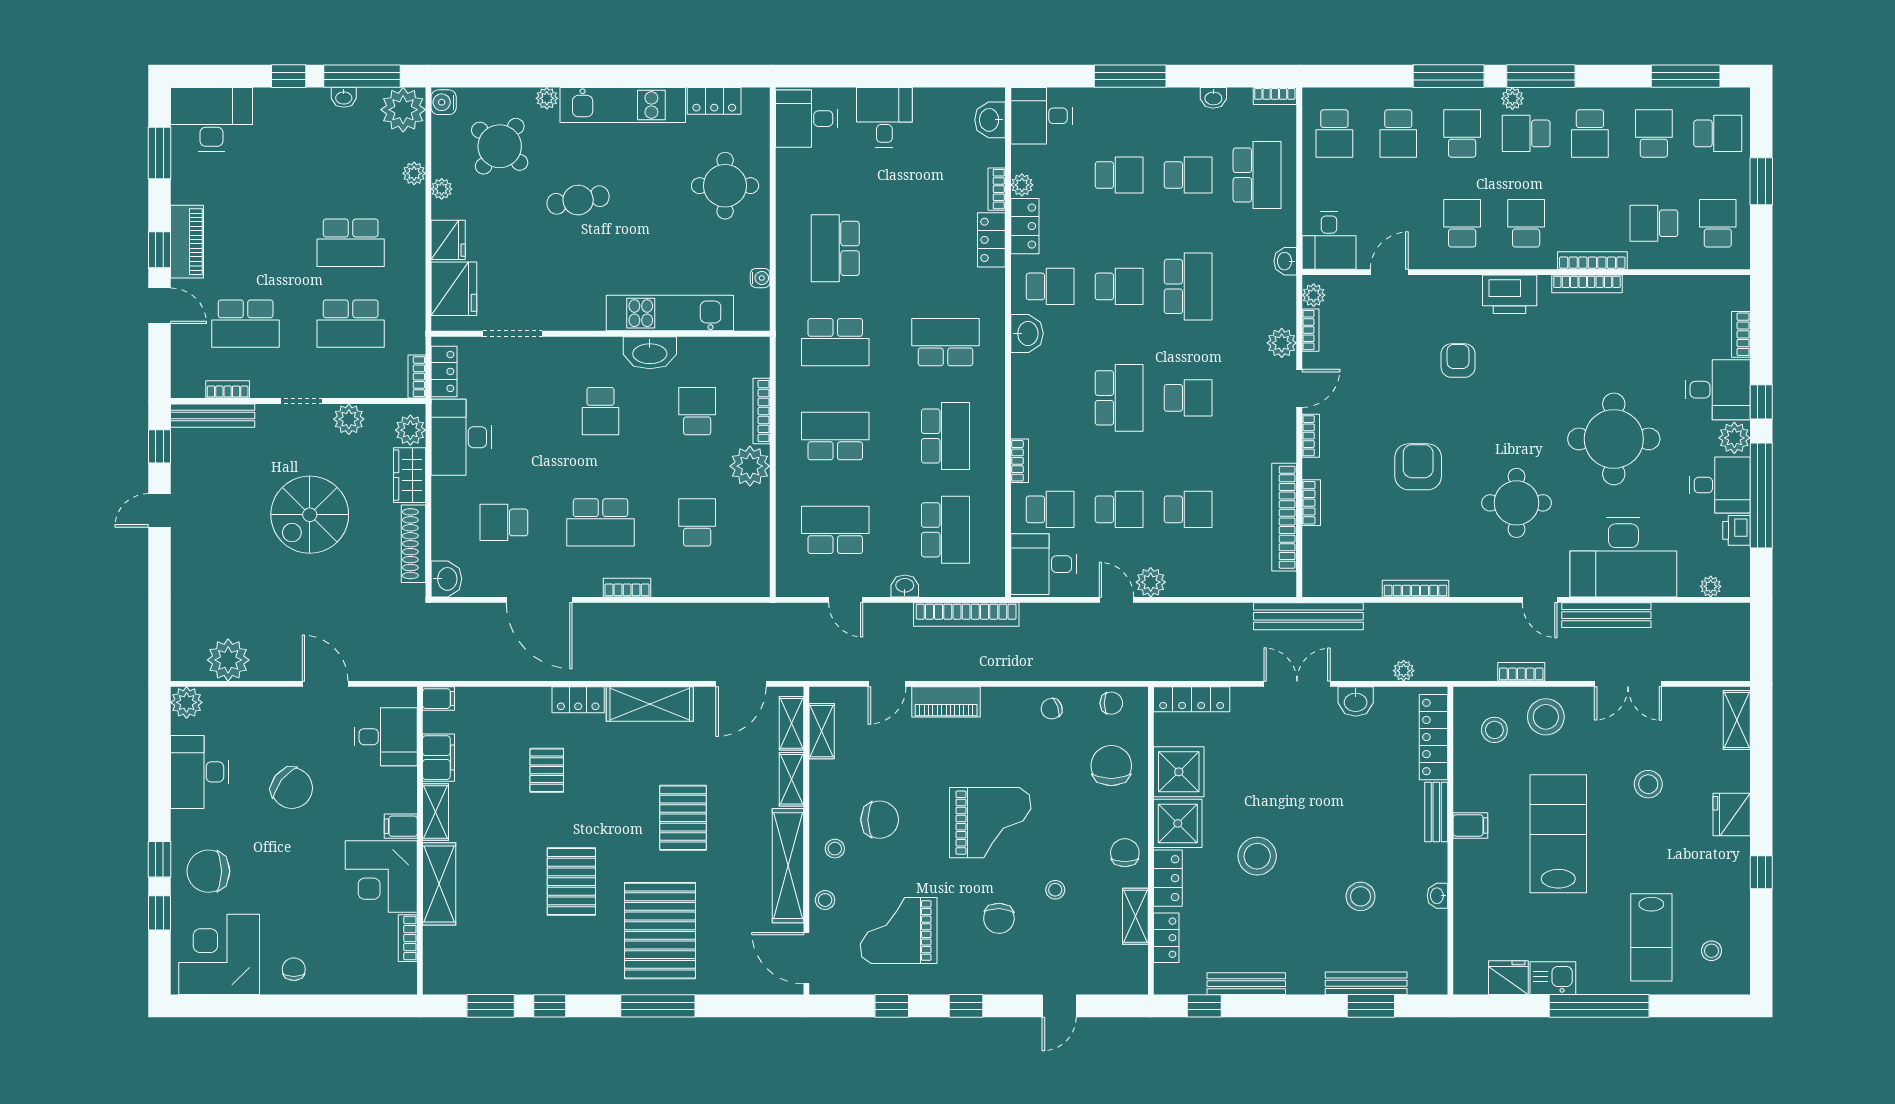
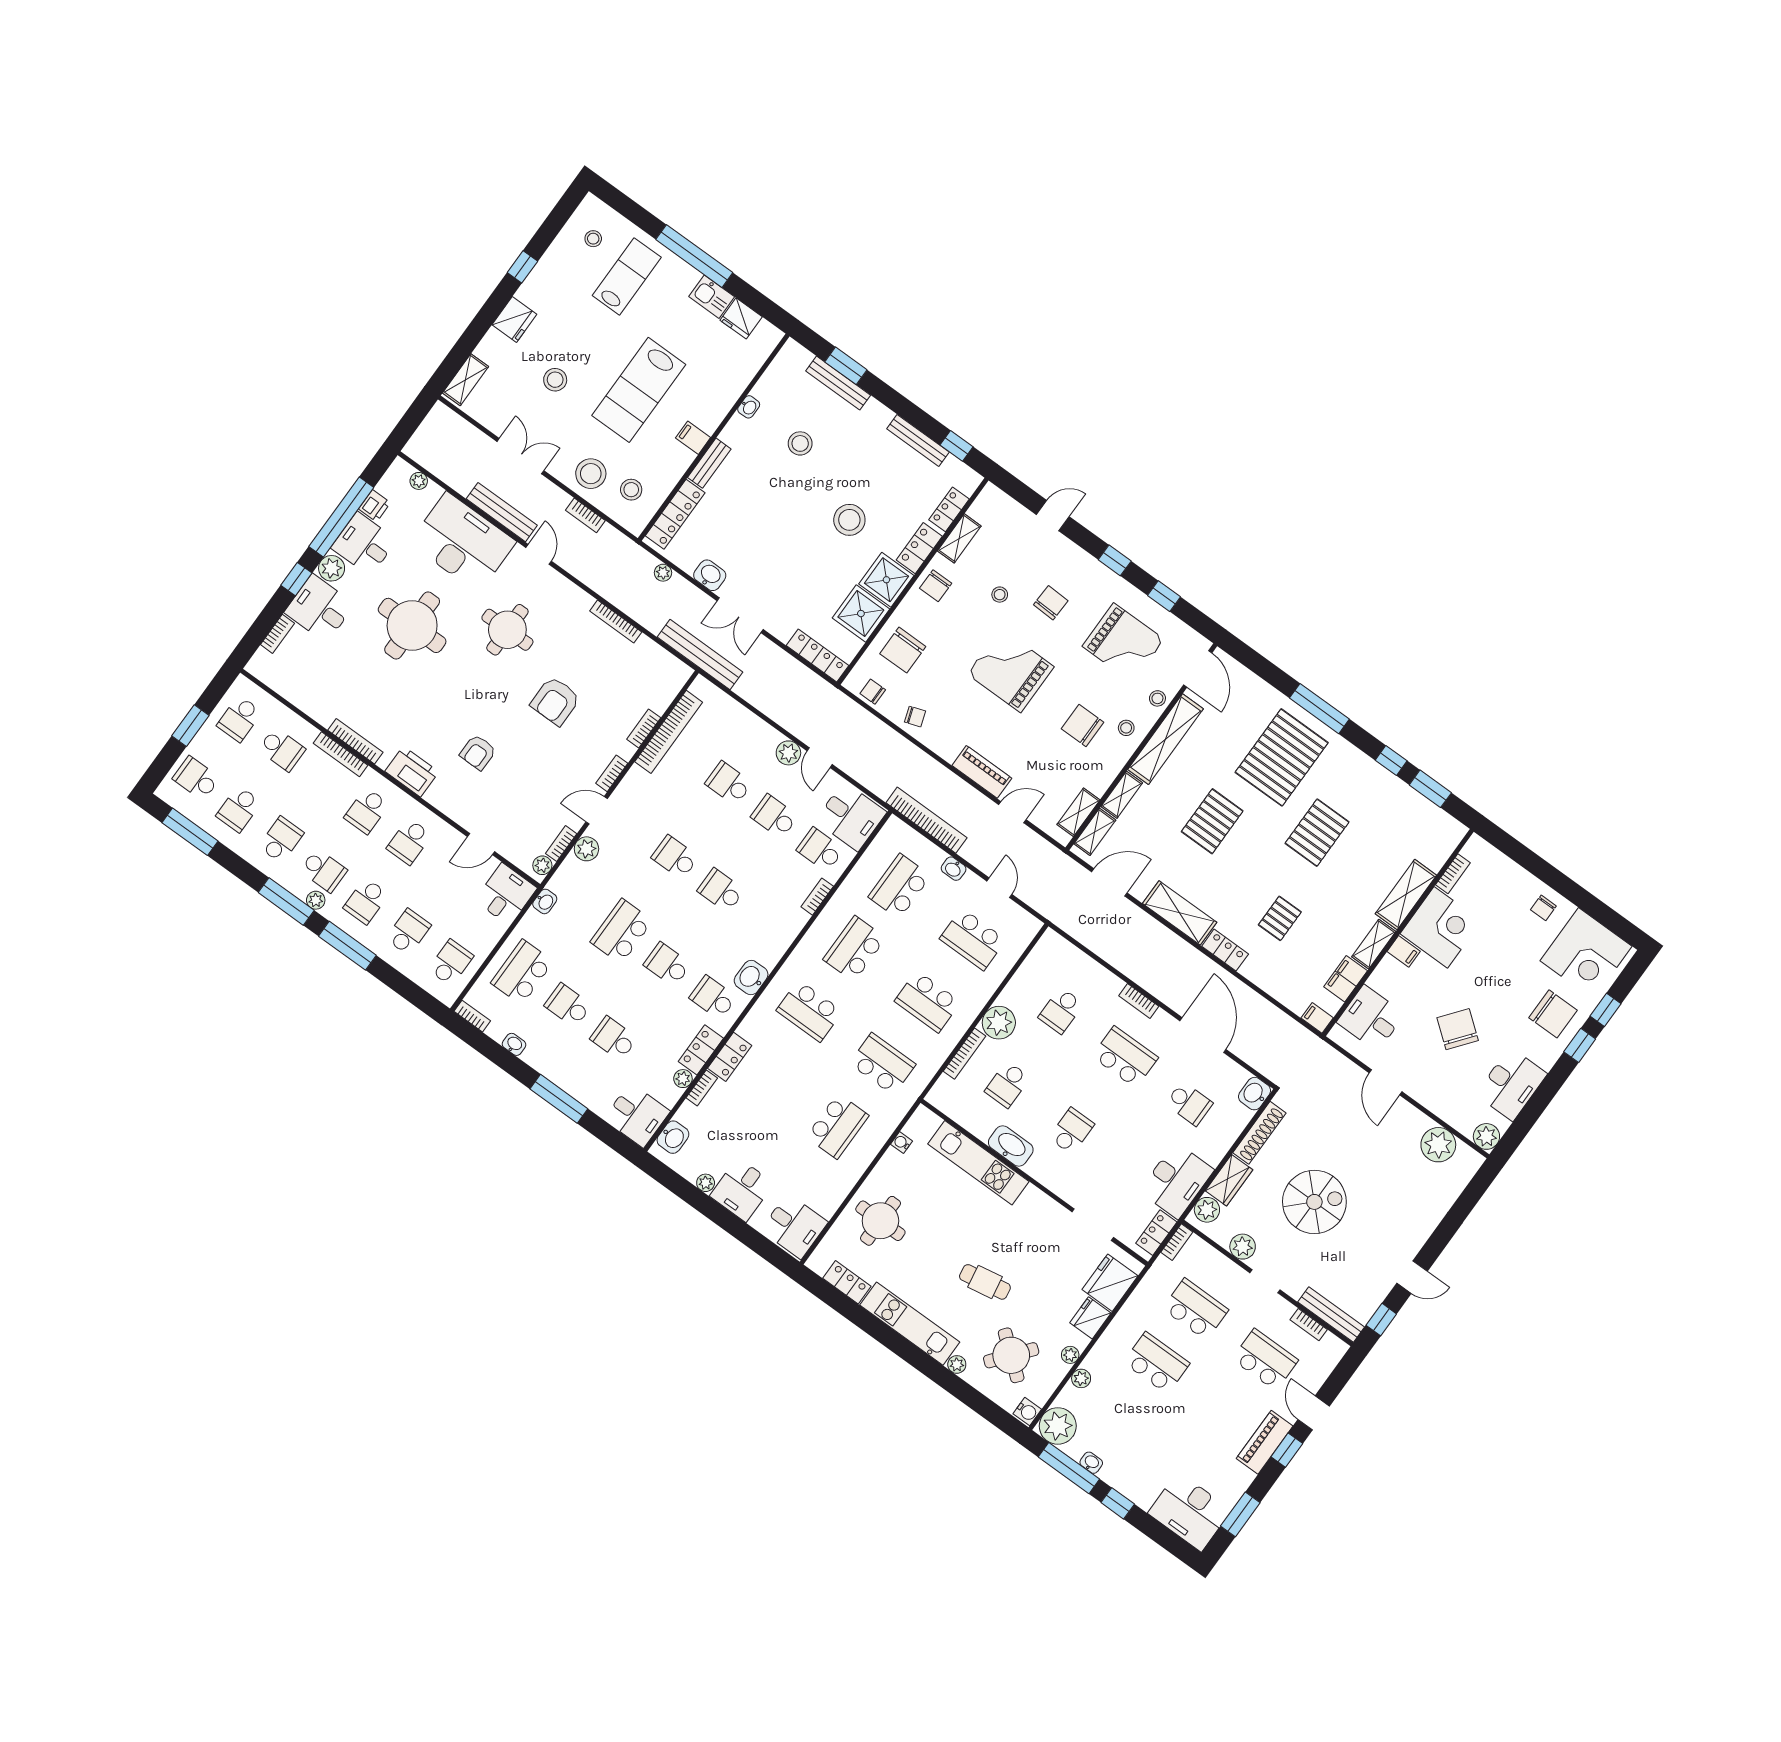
plant: (925, 98) -> (706, 1183), added
school desk: (1119, 398) -> (721, 890), width x0.54

